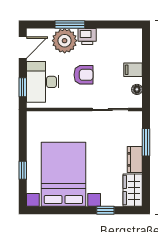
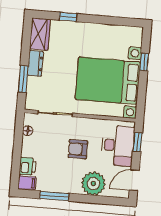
window: (70, 24) -> (54, 196), moved
printer: (87, 37) -> (28, 166), moved, turned 90
filing cabinet: (133, 70) -> (27, 183), moved
bed with nightstands: (63, 174) -> (108, 81), moved, turned 90

